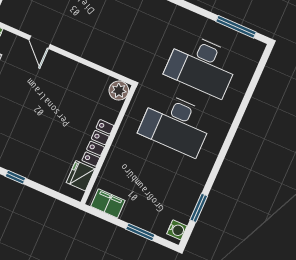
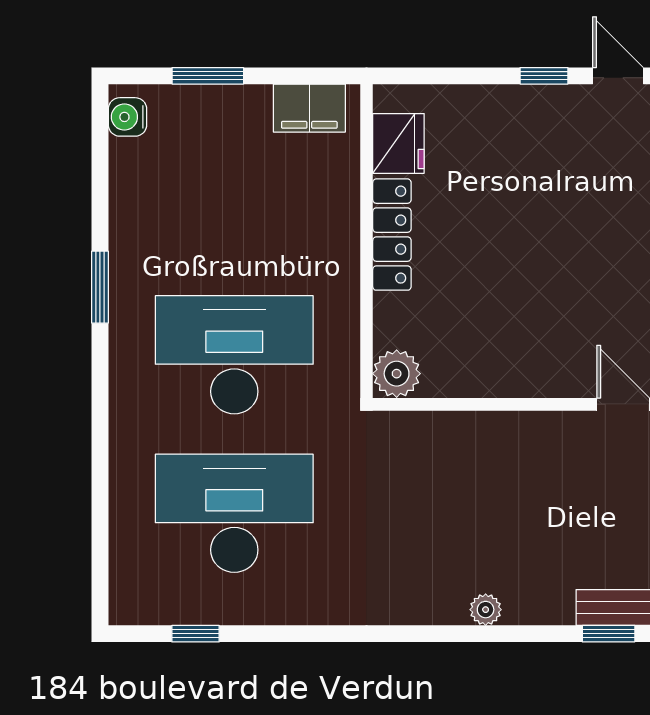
window: (236, 27) -> (195, 634), width x0.46
window: (199, 208) -> (100, 287), moved

